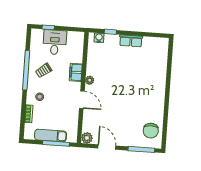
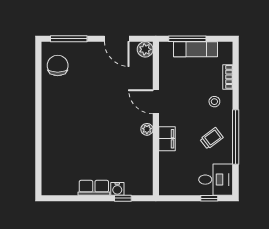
water cooler: (99, 38) -> (117, 189), moved
desk: (55, 42) -> (216, 180), moved, turned -90

